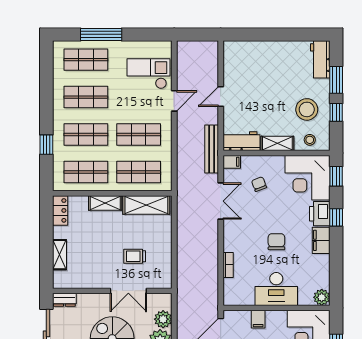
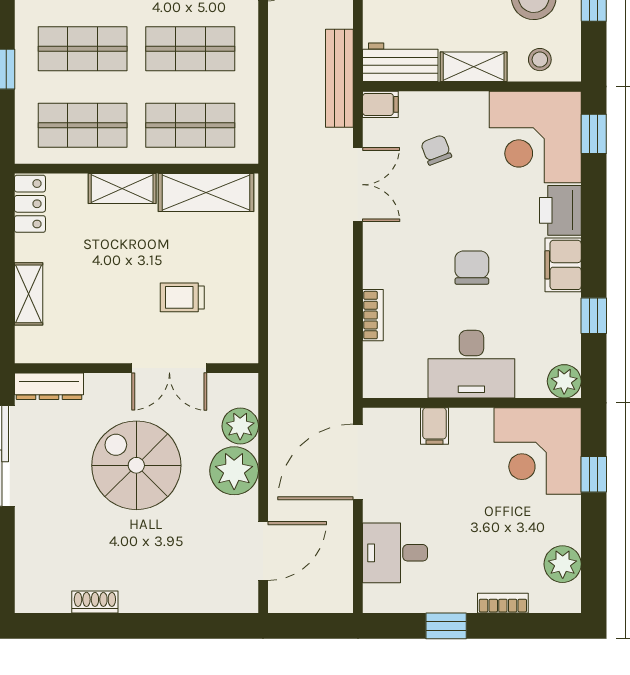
window: (336, 217) -> (594, 316), moved
dresser: (64, 300) -> (49, 386), width x1.44

